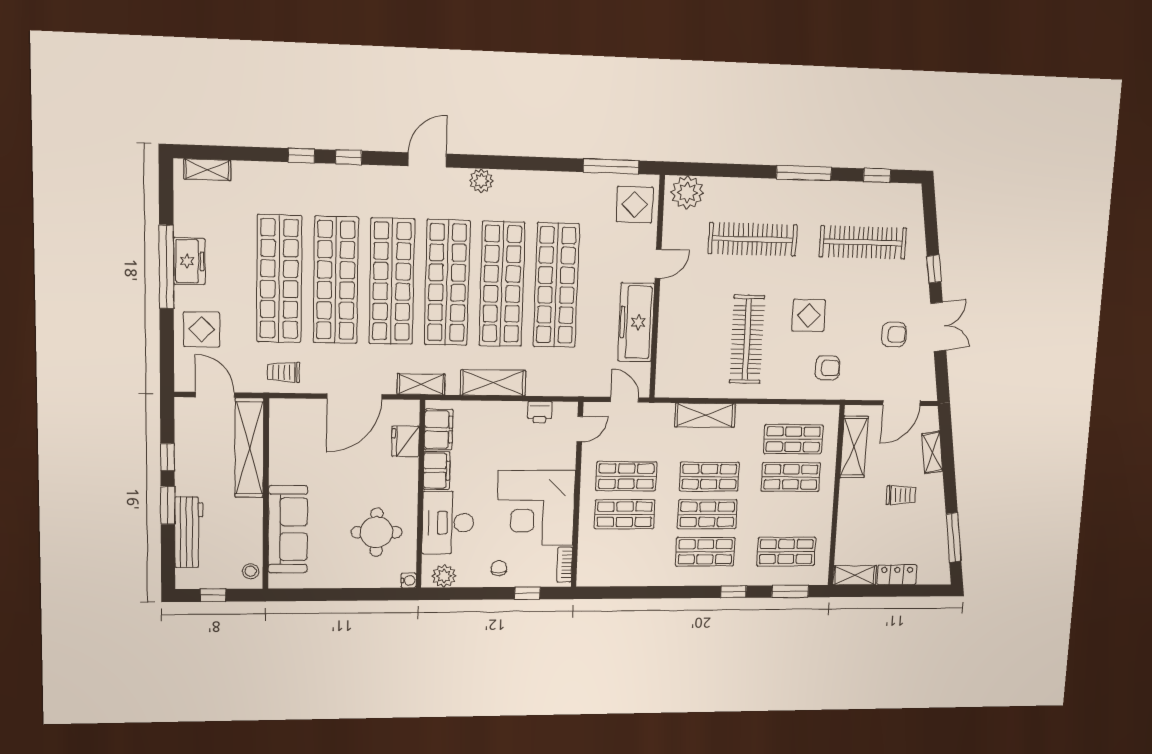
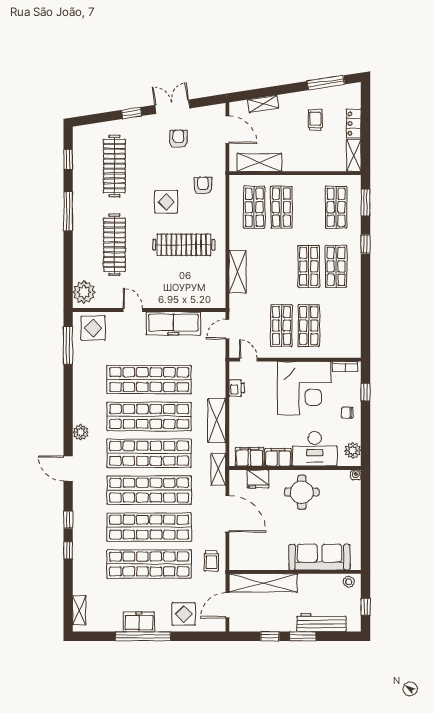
shop shelf: (709, 477) -> (281, 266), removed
trolley: (901, 495) -> (315, 120), moved
round table: (377, 532) -> (302, 492), moved

